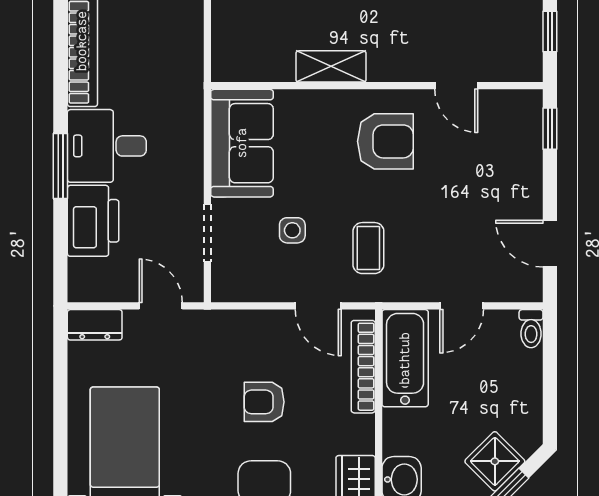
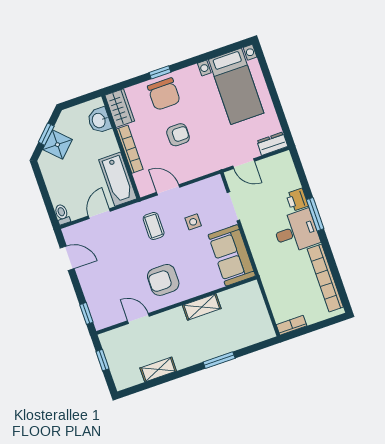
printer: (93, 221) -> (297, 200), width x0.53, depth x0.68
bookcase: (363, 367) -> (130, 149), moved

